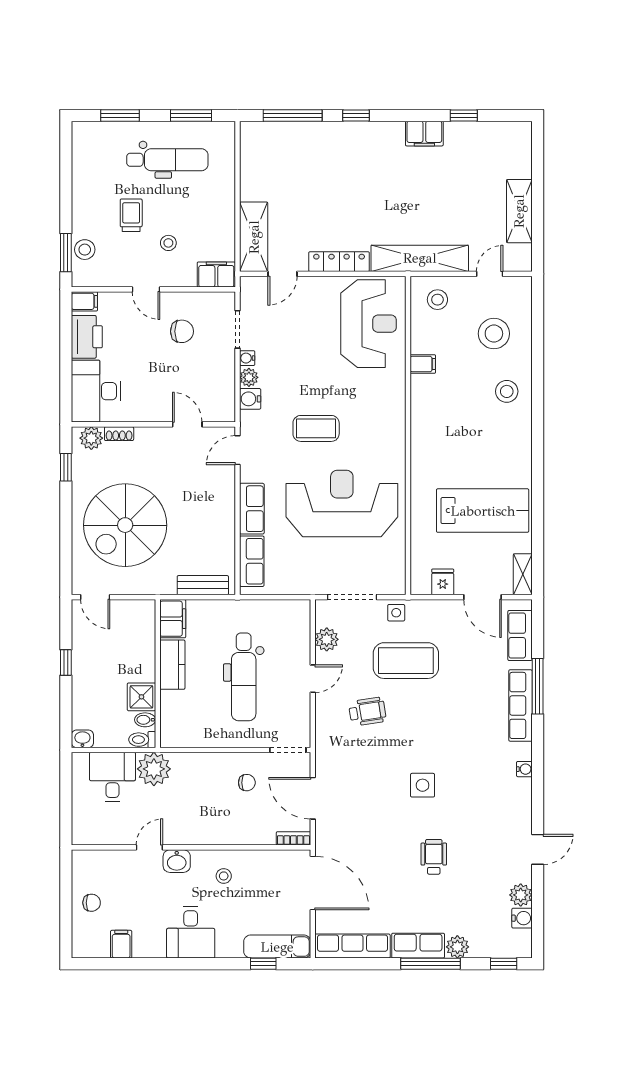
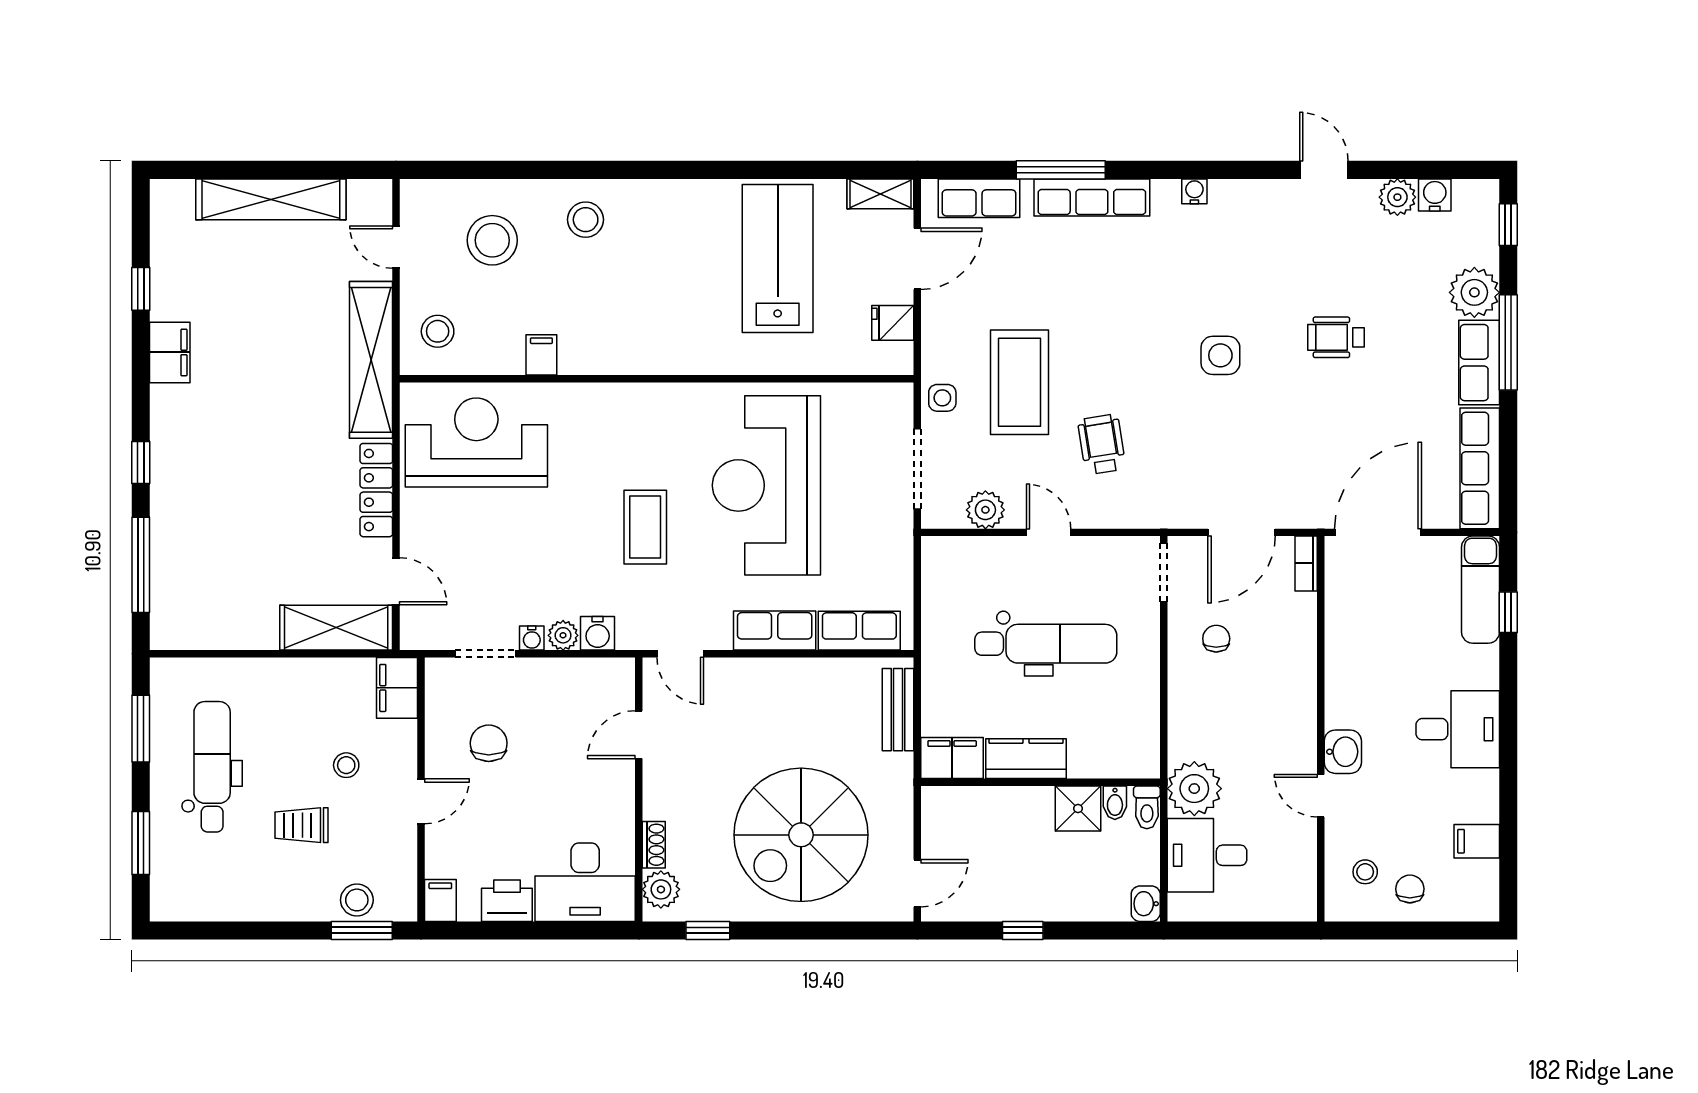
shelving: (519, 211) -> (271, 199), width x1.47
printer: (87, 337) -> (507, 901), width x0.73, depth x0.84
spiral stairs: (125, 525) -> (801, 835), turned 90
stool: (224, 876) -> (1365, 872), moved
plant: (457, 947) -> (1474, 292), width x1.36, depth x1.36

